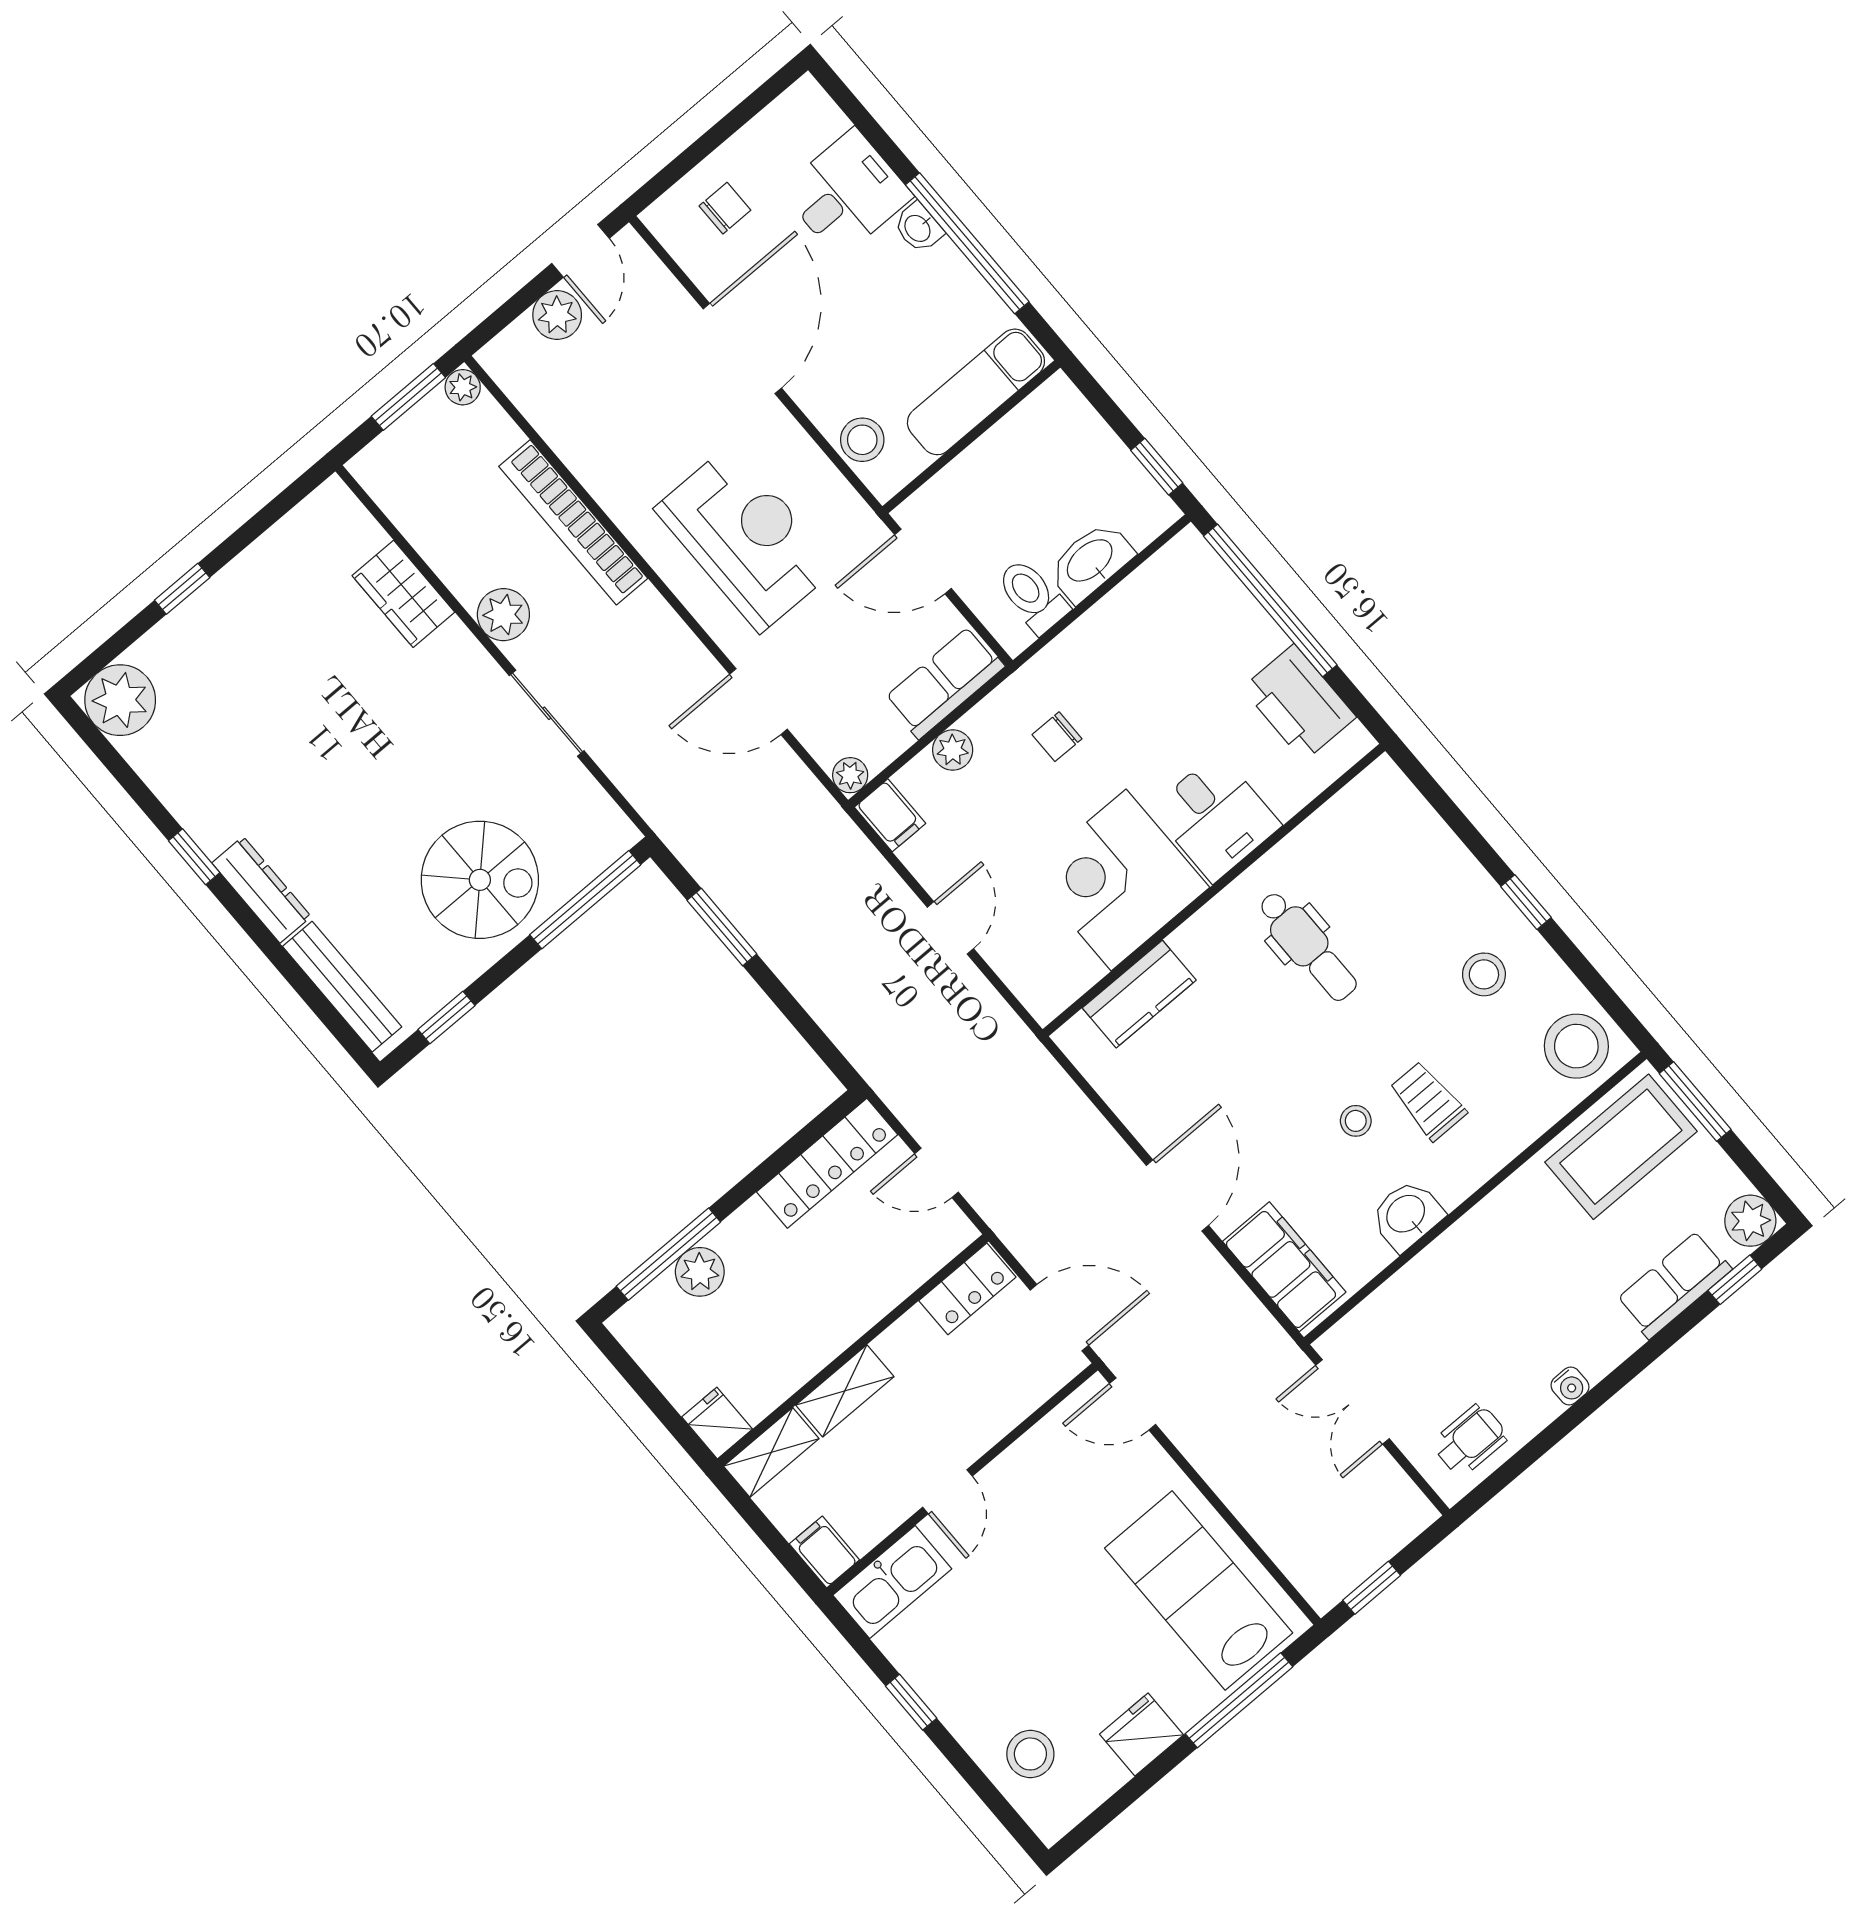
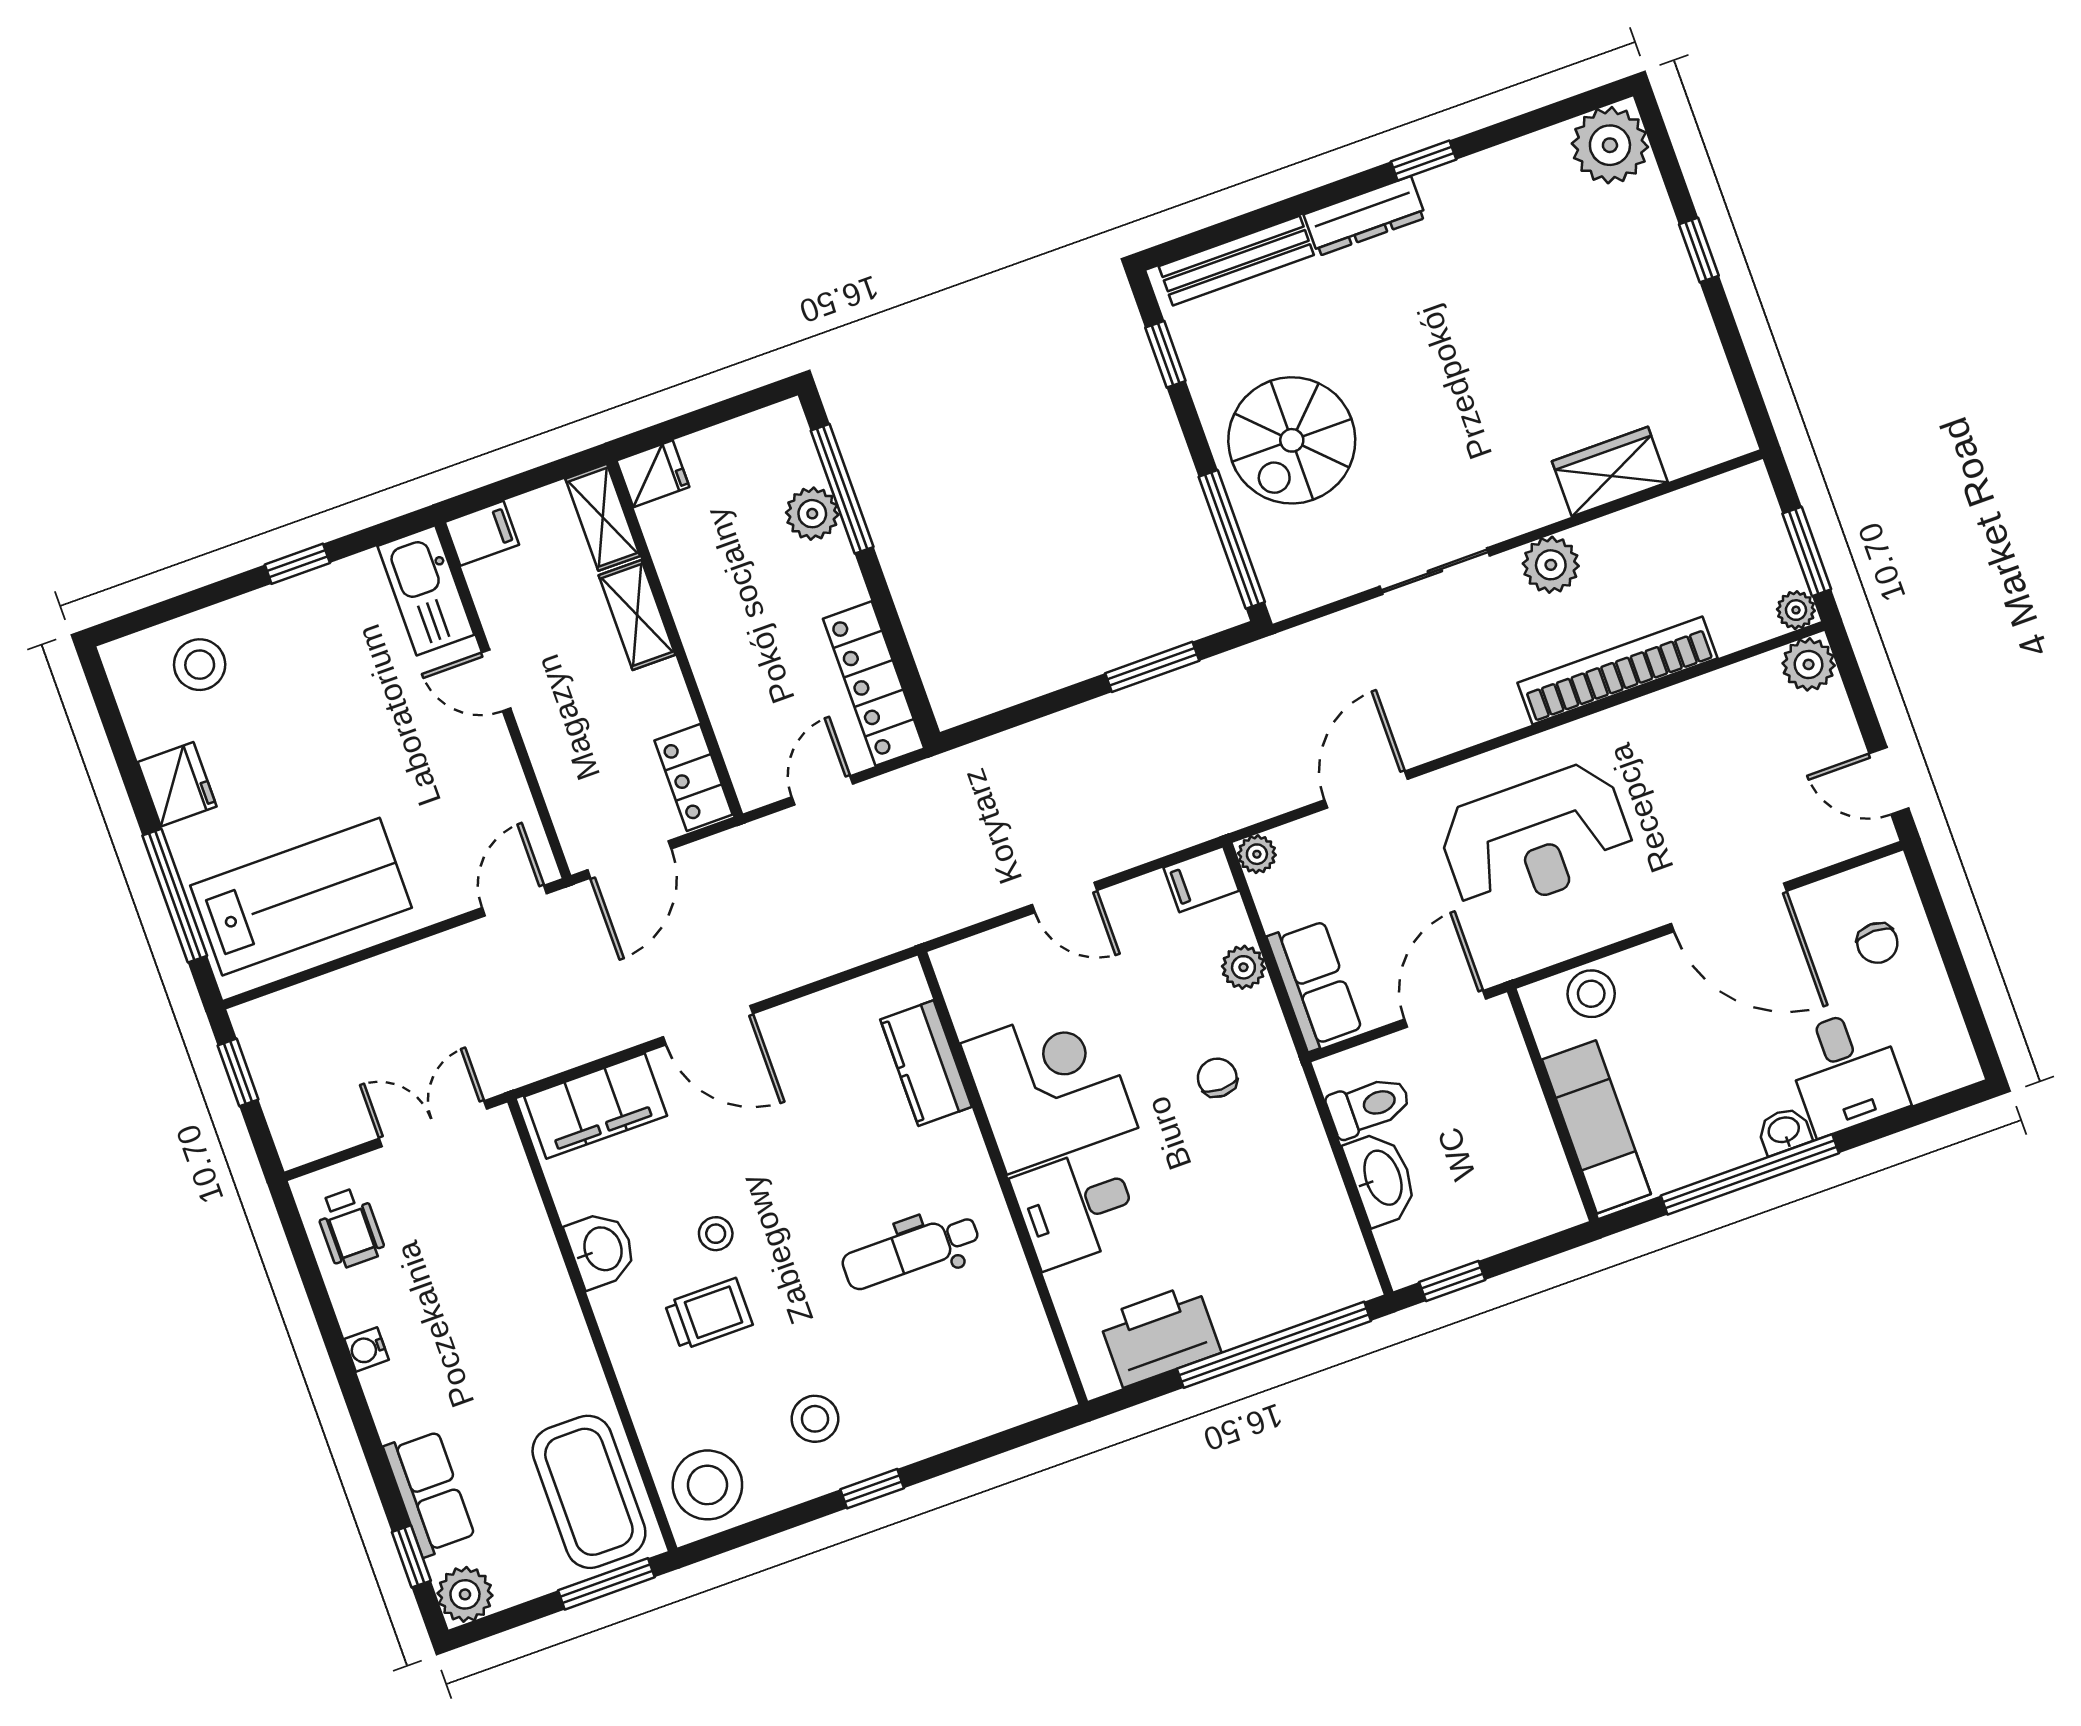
plant: (557, 315) -> (1809, 664), moved

